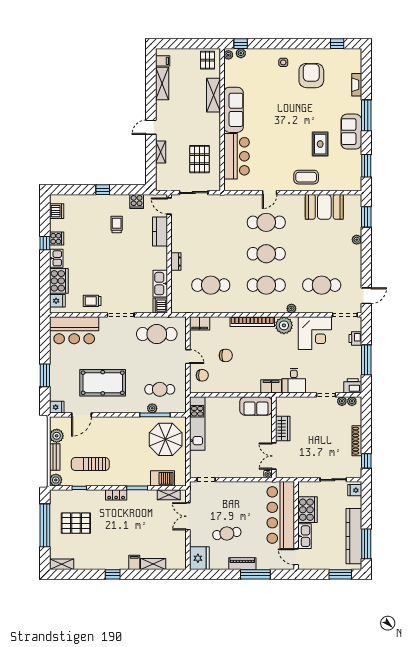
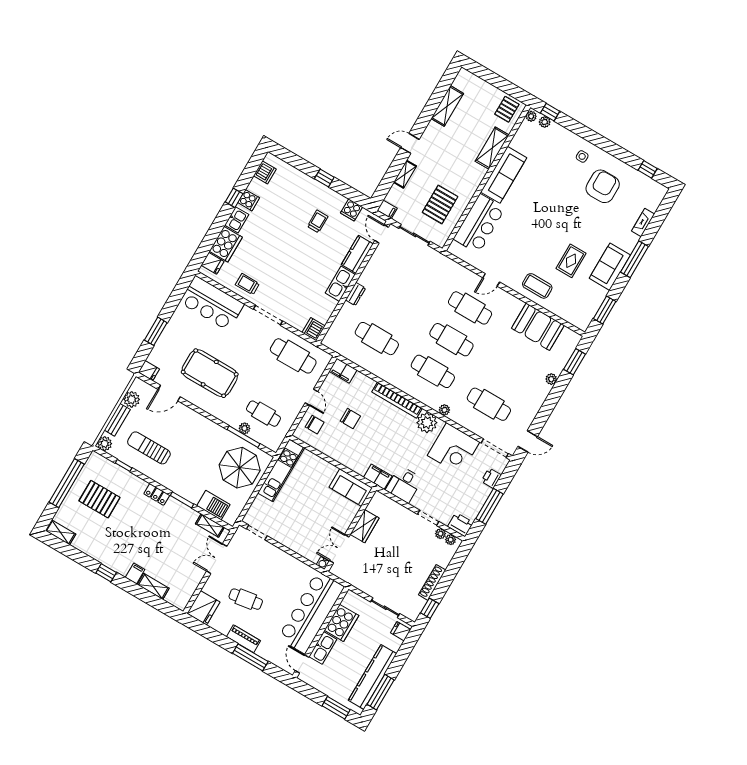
filing cabinet: (163, 61) -> (387, 209), moved
kitchen sink: (160, 284) -> (340, 284), moved

